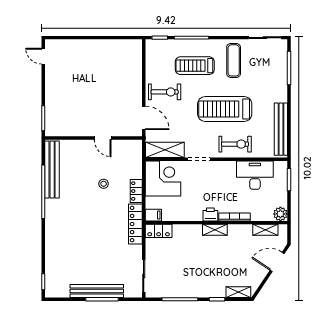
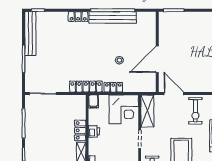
door: (144, 118) -> (174, 93), swing flipped
door: (103, 138) -> (157, 59), width x1.88
bench: (52, 170) -> (113, 17), moved
printer: (210, 214) -> (94, 131), moved
locker: (159, 231) -> (80, 130), moved
locker: (51, 233) -> (78, 17), added
bench: (97, 291) -> (30, 34), moved

